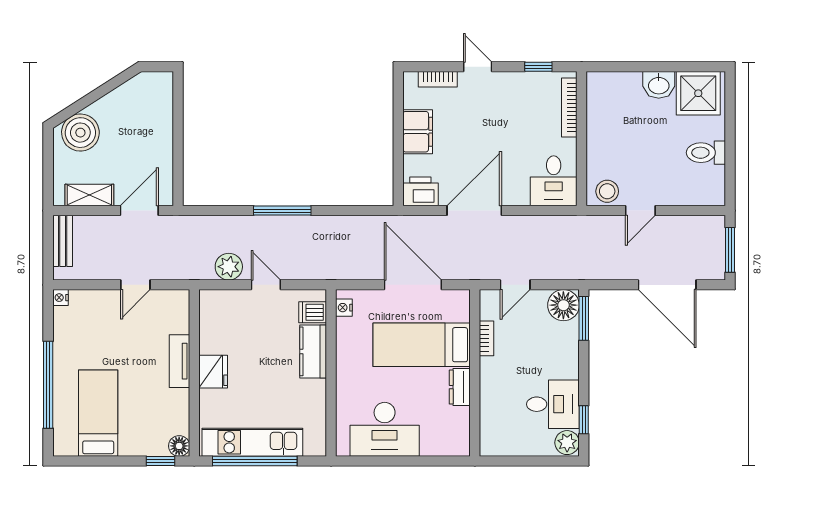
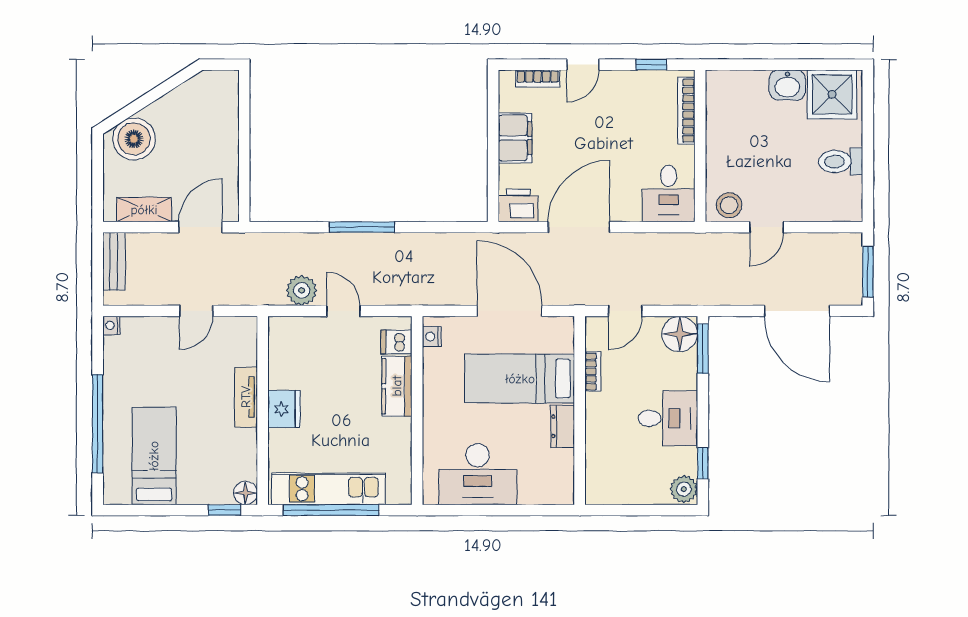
door: (478, 67) -> (583, 65), swing flipped
desk: (553, 404) -> (668, 418), moved

